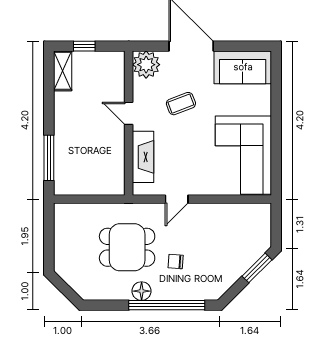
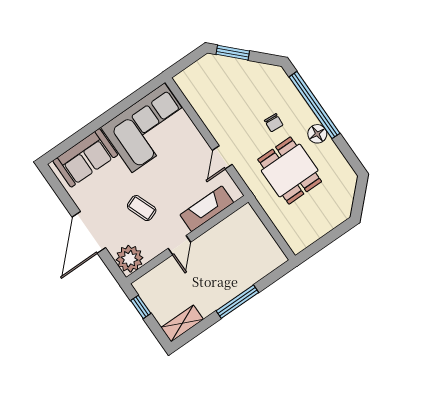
window: (84, 46) -> (141, 307), moved
sofa: (243, 67) -> (85, 158), moved, turned 90
window: (49, 158) -> (237, 302), moved
door: (177, 199) -> (222, 157), swing flipped

